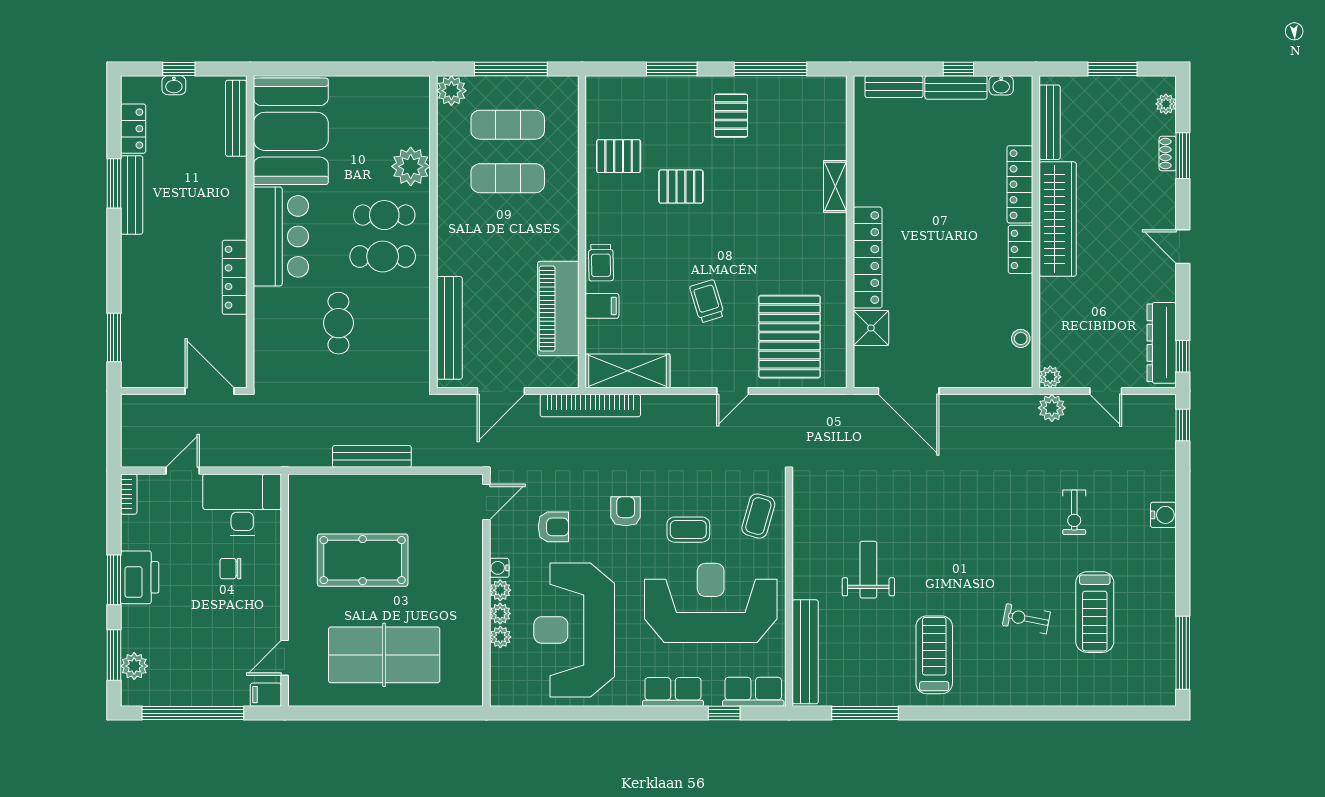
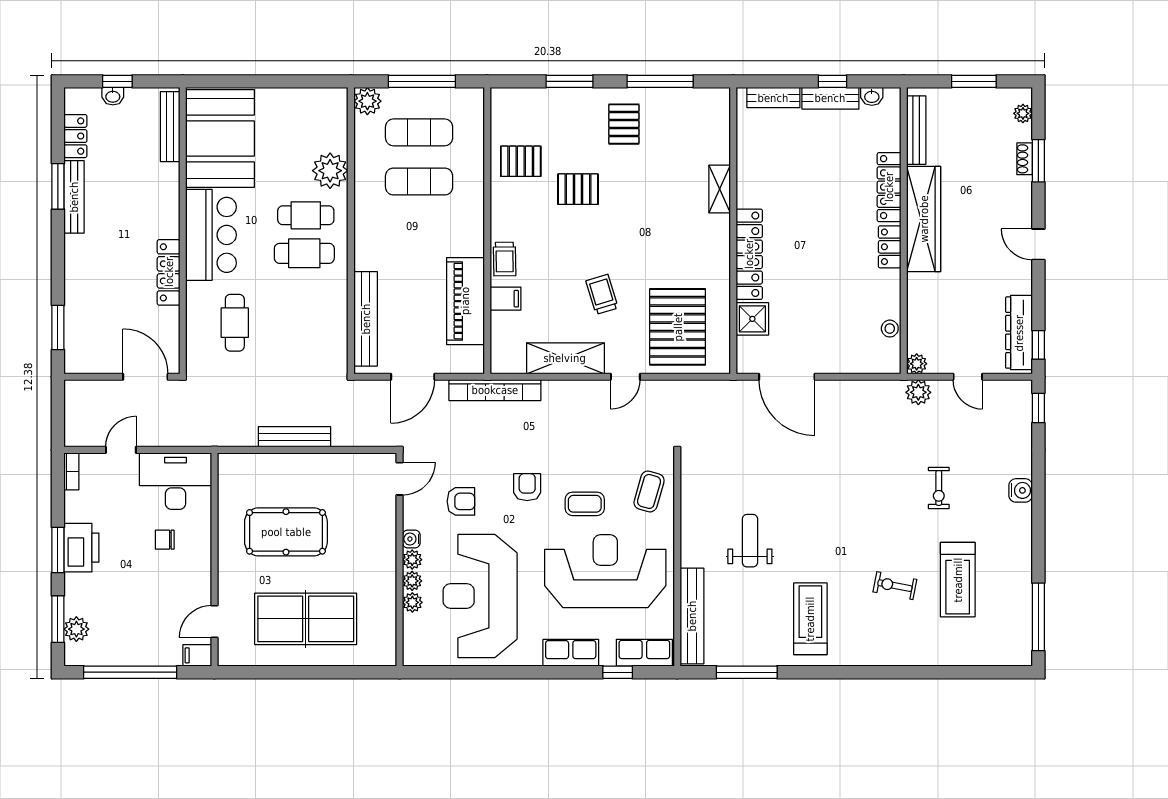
cafe table: (338, 323) -> (235, 323), moved
shelving: (627, 371) -> (565, 358), moved

